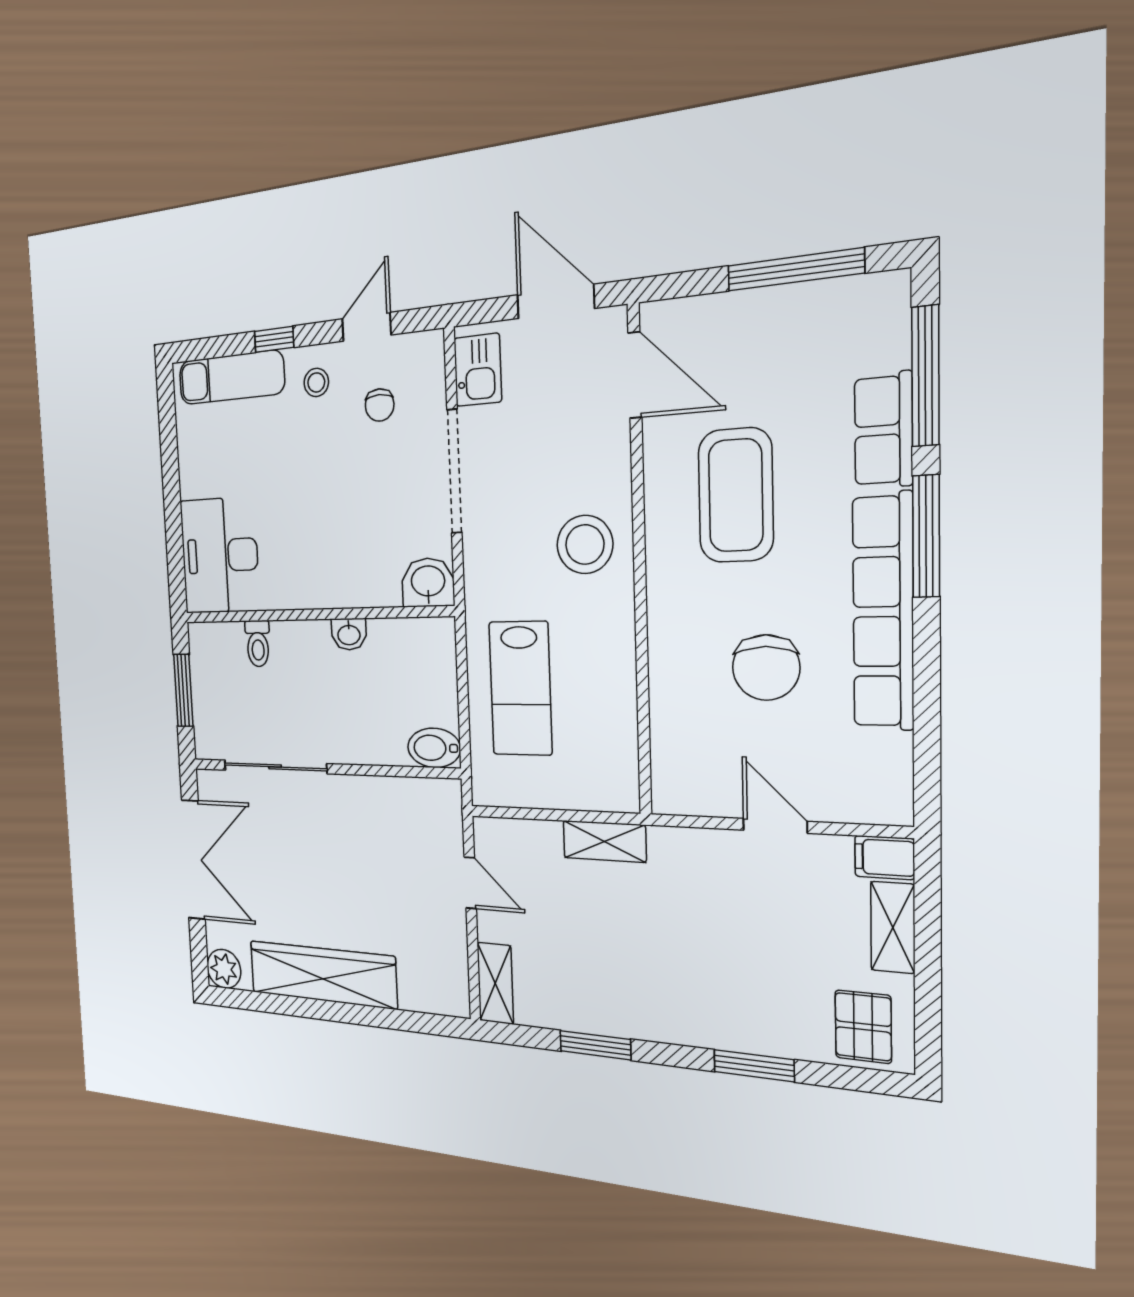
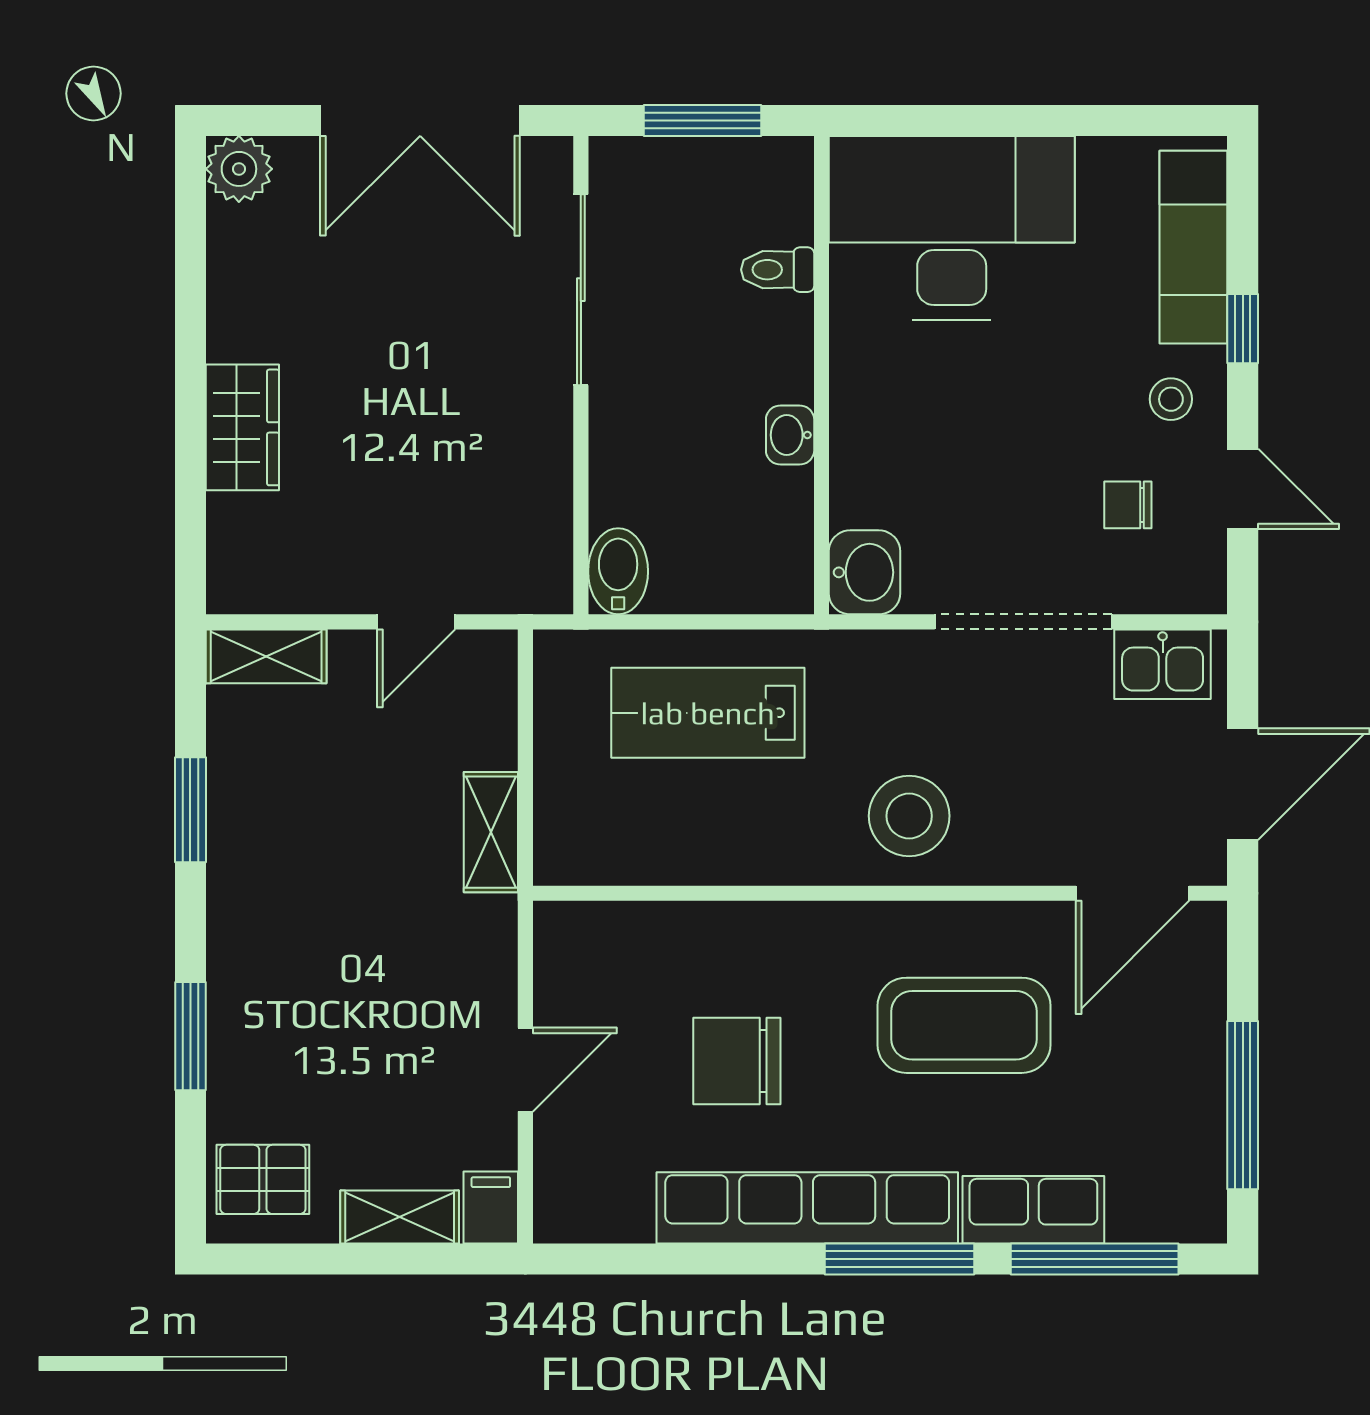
desk: (220, 555) -> (952, 228), width x1.36, depth x1.30
wardrobe: (322, 975) -> (242, 427), width x0.48, depth x0.85

